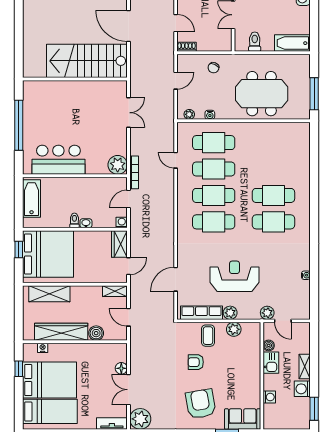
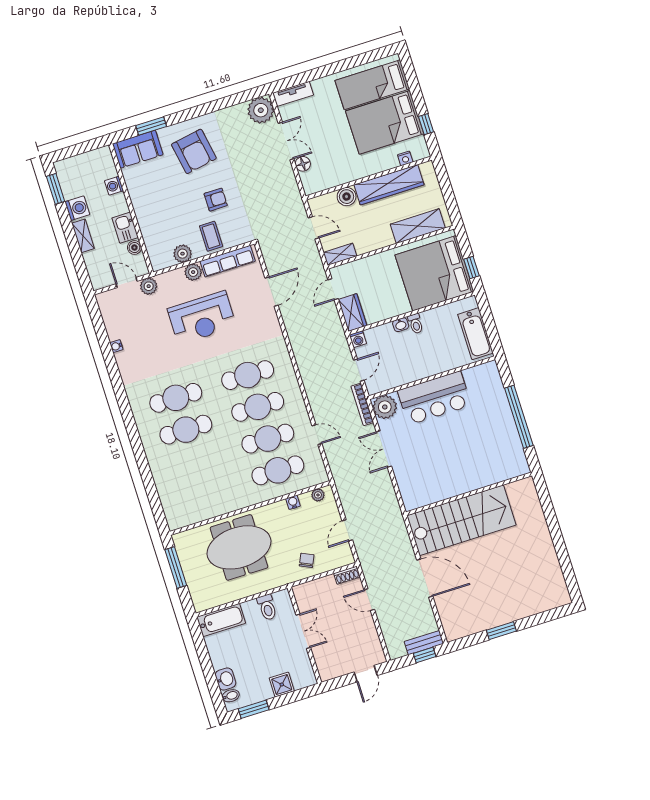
double door: (129, 113) -> (384, 449), moved
bar counter: (58, 160) -> (434, 398), moved

